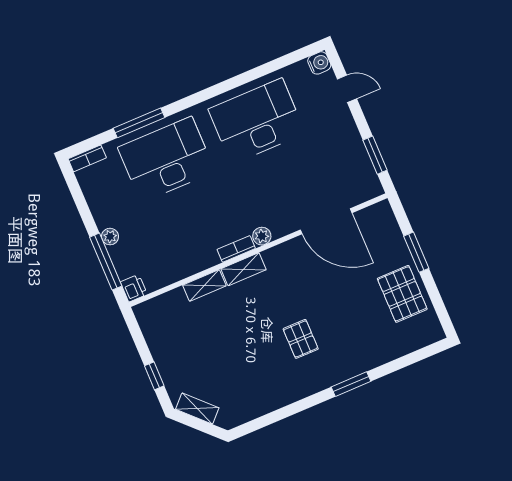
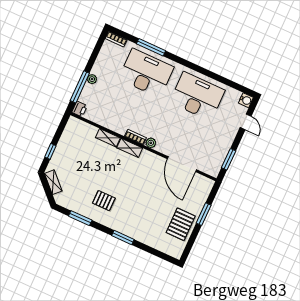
pallet: (301, 339) -> (104, 201), moved, turned 90
window: (275, 416) -> (80, 218), added

